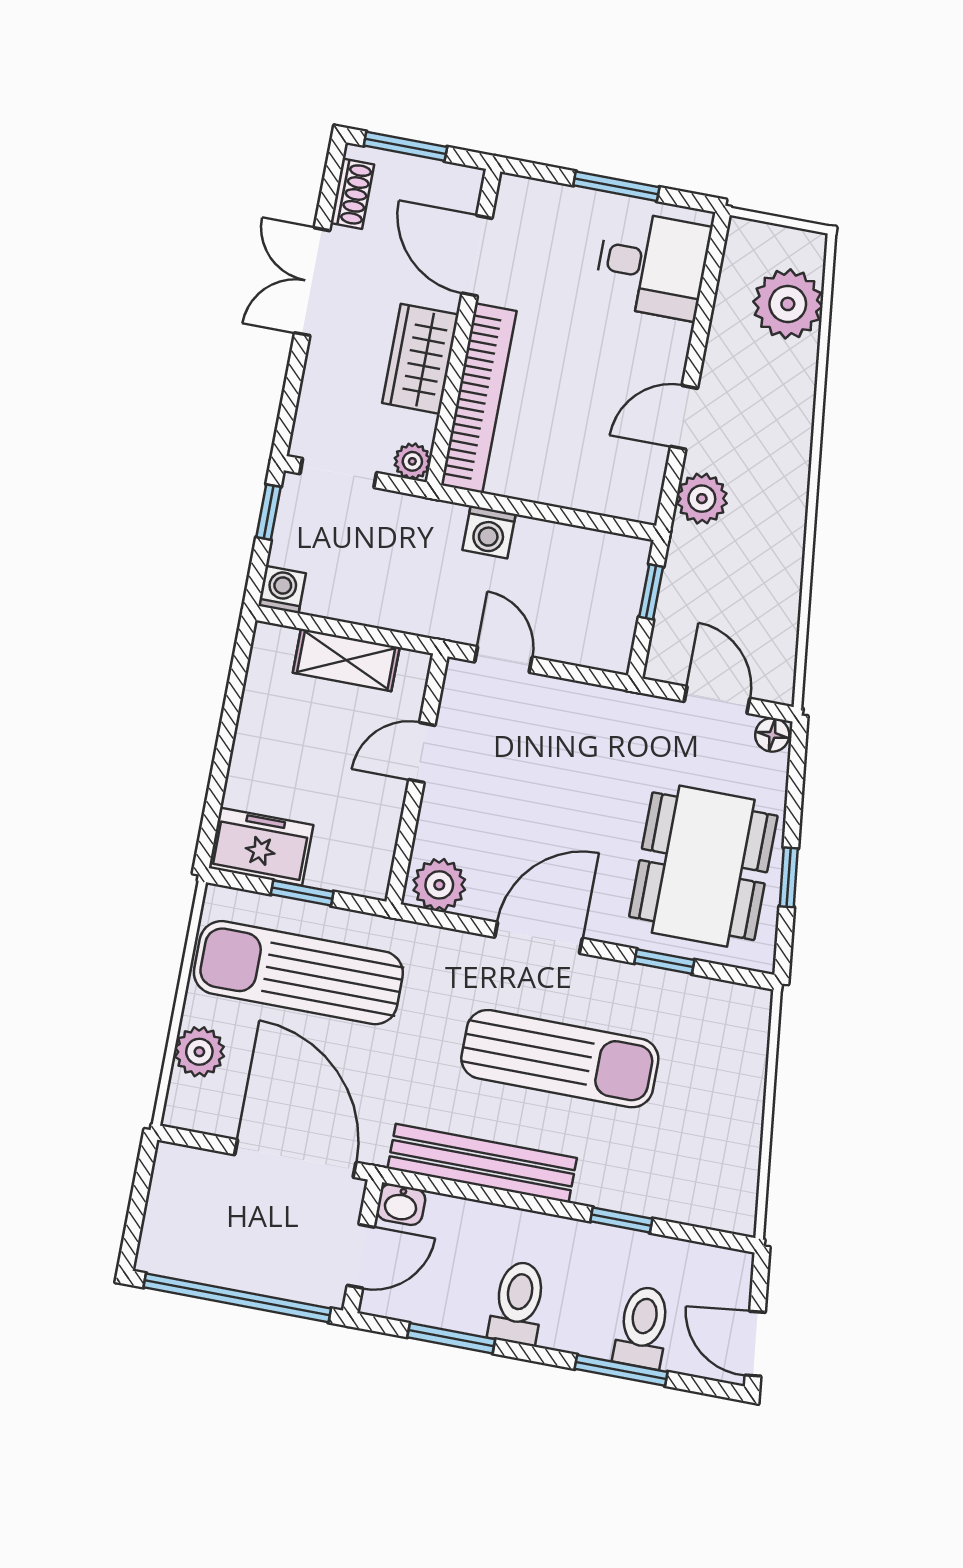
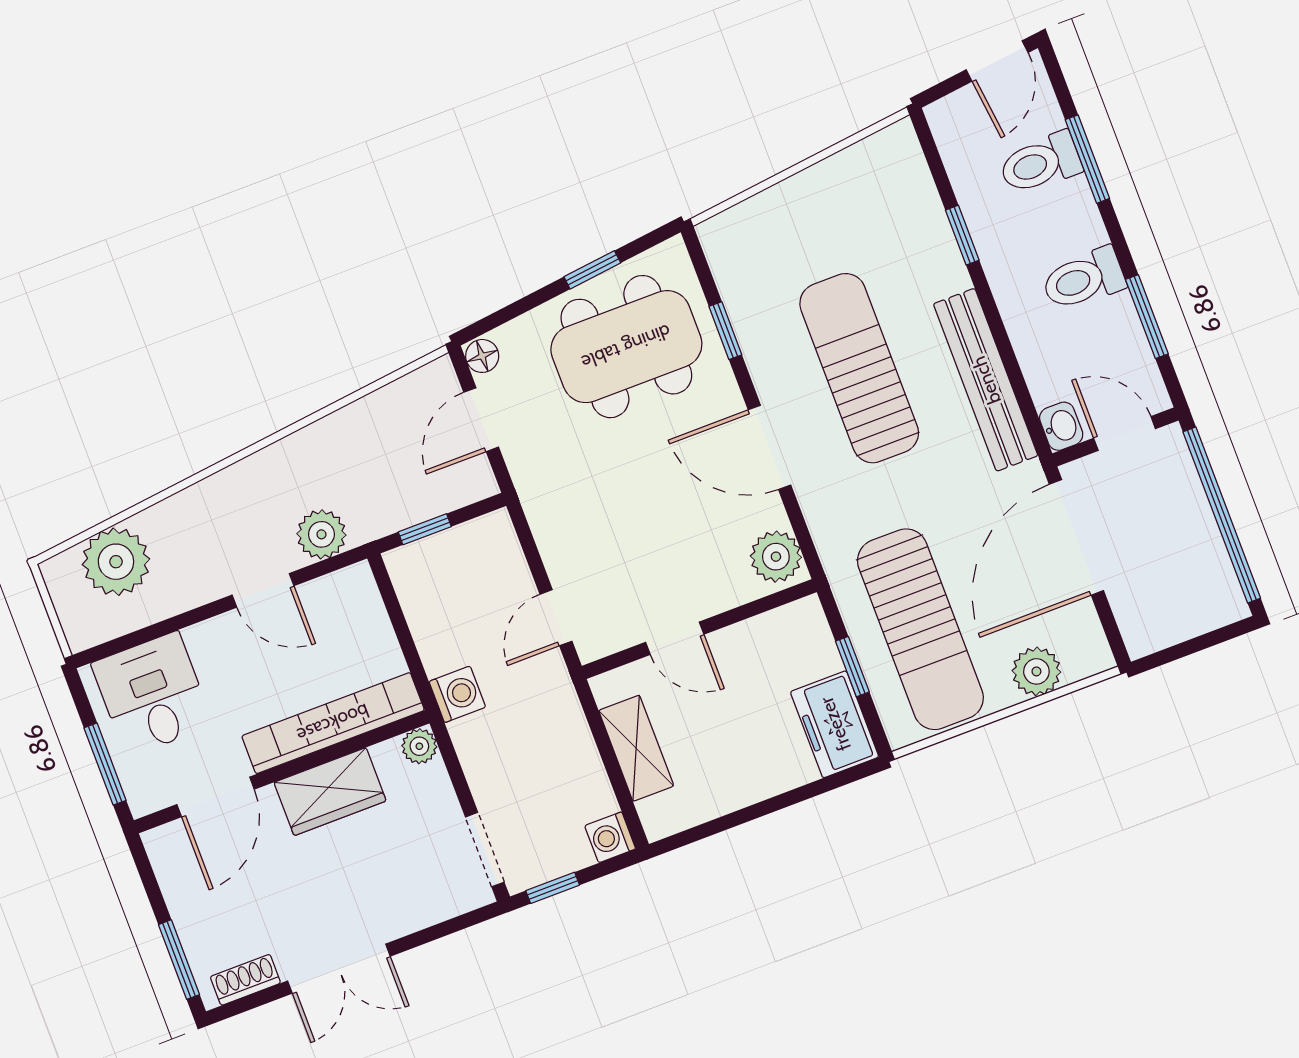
door: (477, 256) -> (216, 797), moved
wall: (464, 327) -> (282, 772), moved
wardrobe: (420, 359) -> (330, 792), moved
bookcase: (479, 398) -> (333, 723), moved
plant: (412, 461) -> (419, 746), moved

